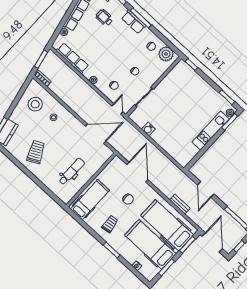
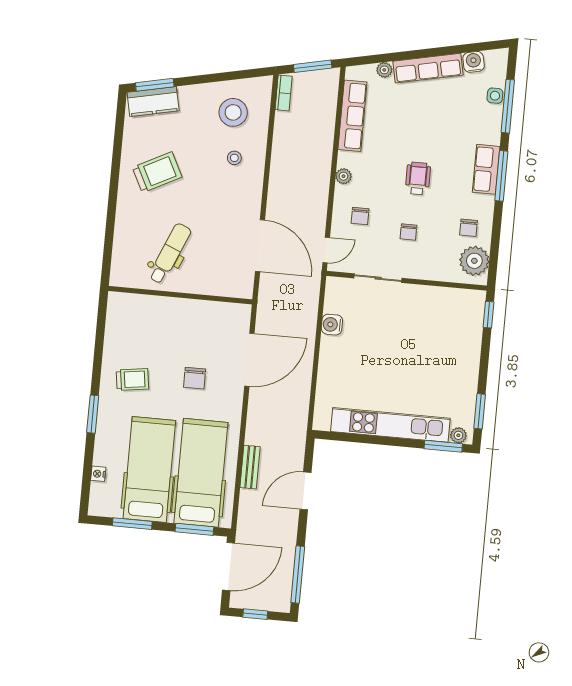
wheelchair: (104, 18) -> (418, 178), moved
kitchen unit: (211, 131) -> (390, 425), width x1.36
dental chair: (72, 171) -> (170, 253), turned -67
hospital bed: (90, 200) -> (147, 318), removed

